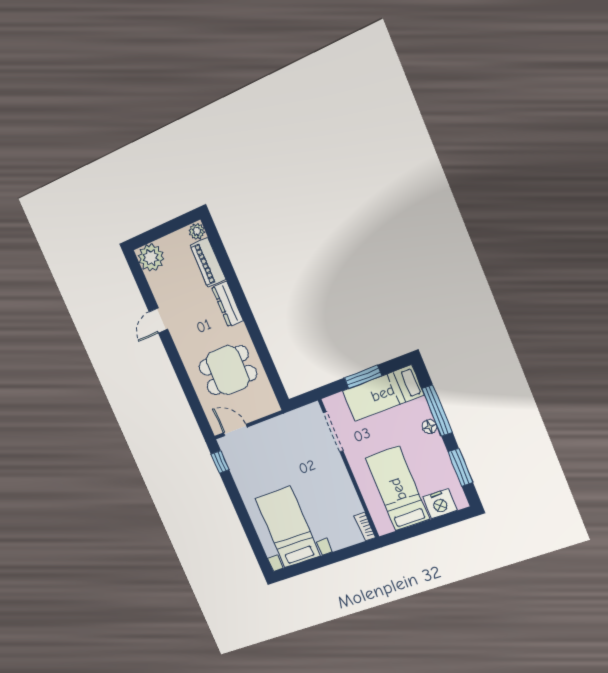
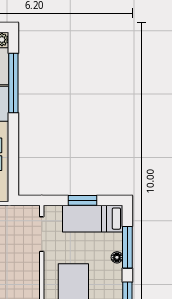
window: (230, 275) -> (13, 83), added

